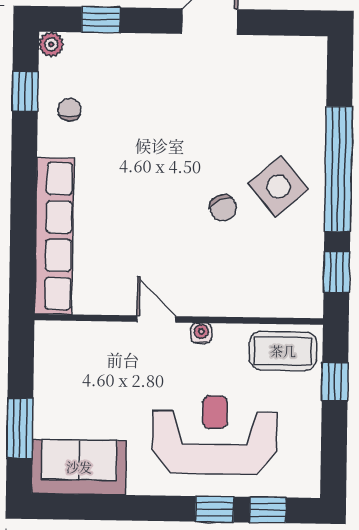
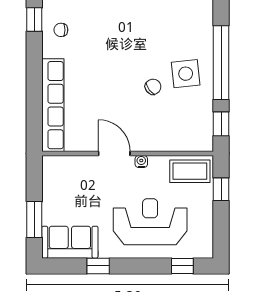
chair: (69, 110) -> (61, 30), turned -90
side table: (278, 187) -> (186, 74), turned 34
chair: (223, 208) -> (153, 87), turned -100
door: (156, 319) -> (114, 153), width x1.38
window: (215, 509) -> (98, 266), moved

